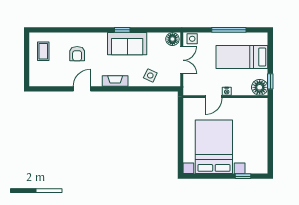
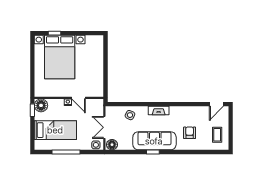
sofa: (127, 44) -> (154, 141), width x1.36
door: (82, 89) -> (216, 104), moved
door: (214, 97) -> (79, 98), swing flipped
bed with nightstands: (214, 147) -> (60, 57), moved

